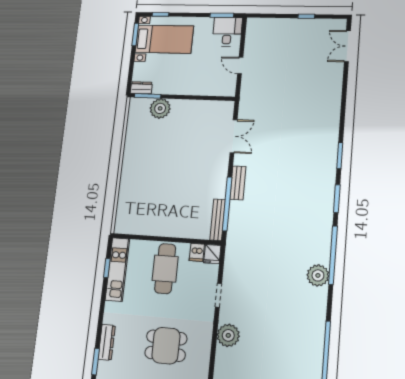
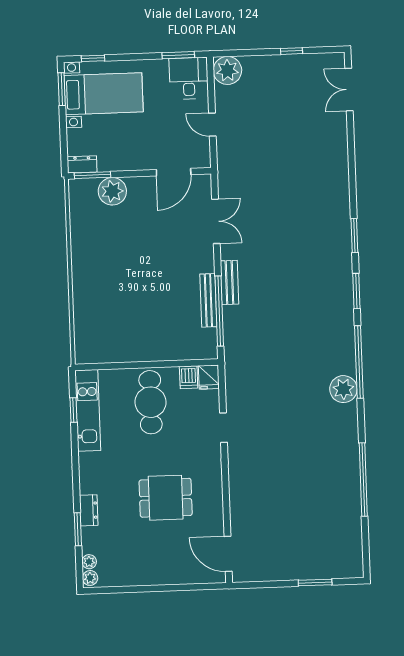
door: (207, 98) -> (174, 172), added
bench: (218, 220) -> (208, 300), moved
plant: (228, 335) -> (227, 70), moved
dresser: (107, 342) -> (89, 510), width x0.70

